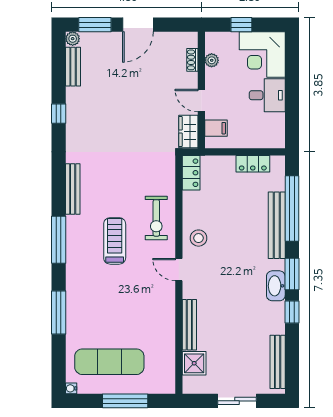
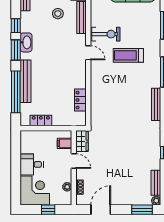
door: (138, 25) -> (101, 210), moved
locker: (191, 173) -> (80, 100), moved
exercise bike: (156, 218) -> (106, 34), moved, turned 90
stool: (199, 238) -> (58, 14), moved
treadmill: (115, 241) -> (128, 55), moved, turned 90

